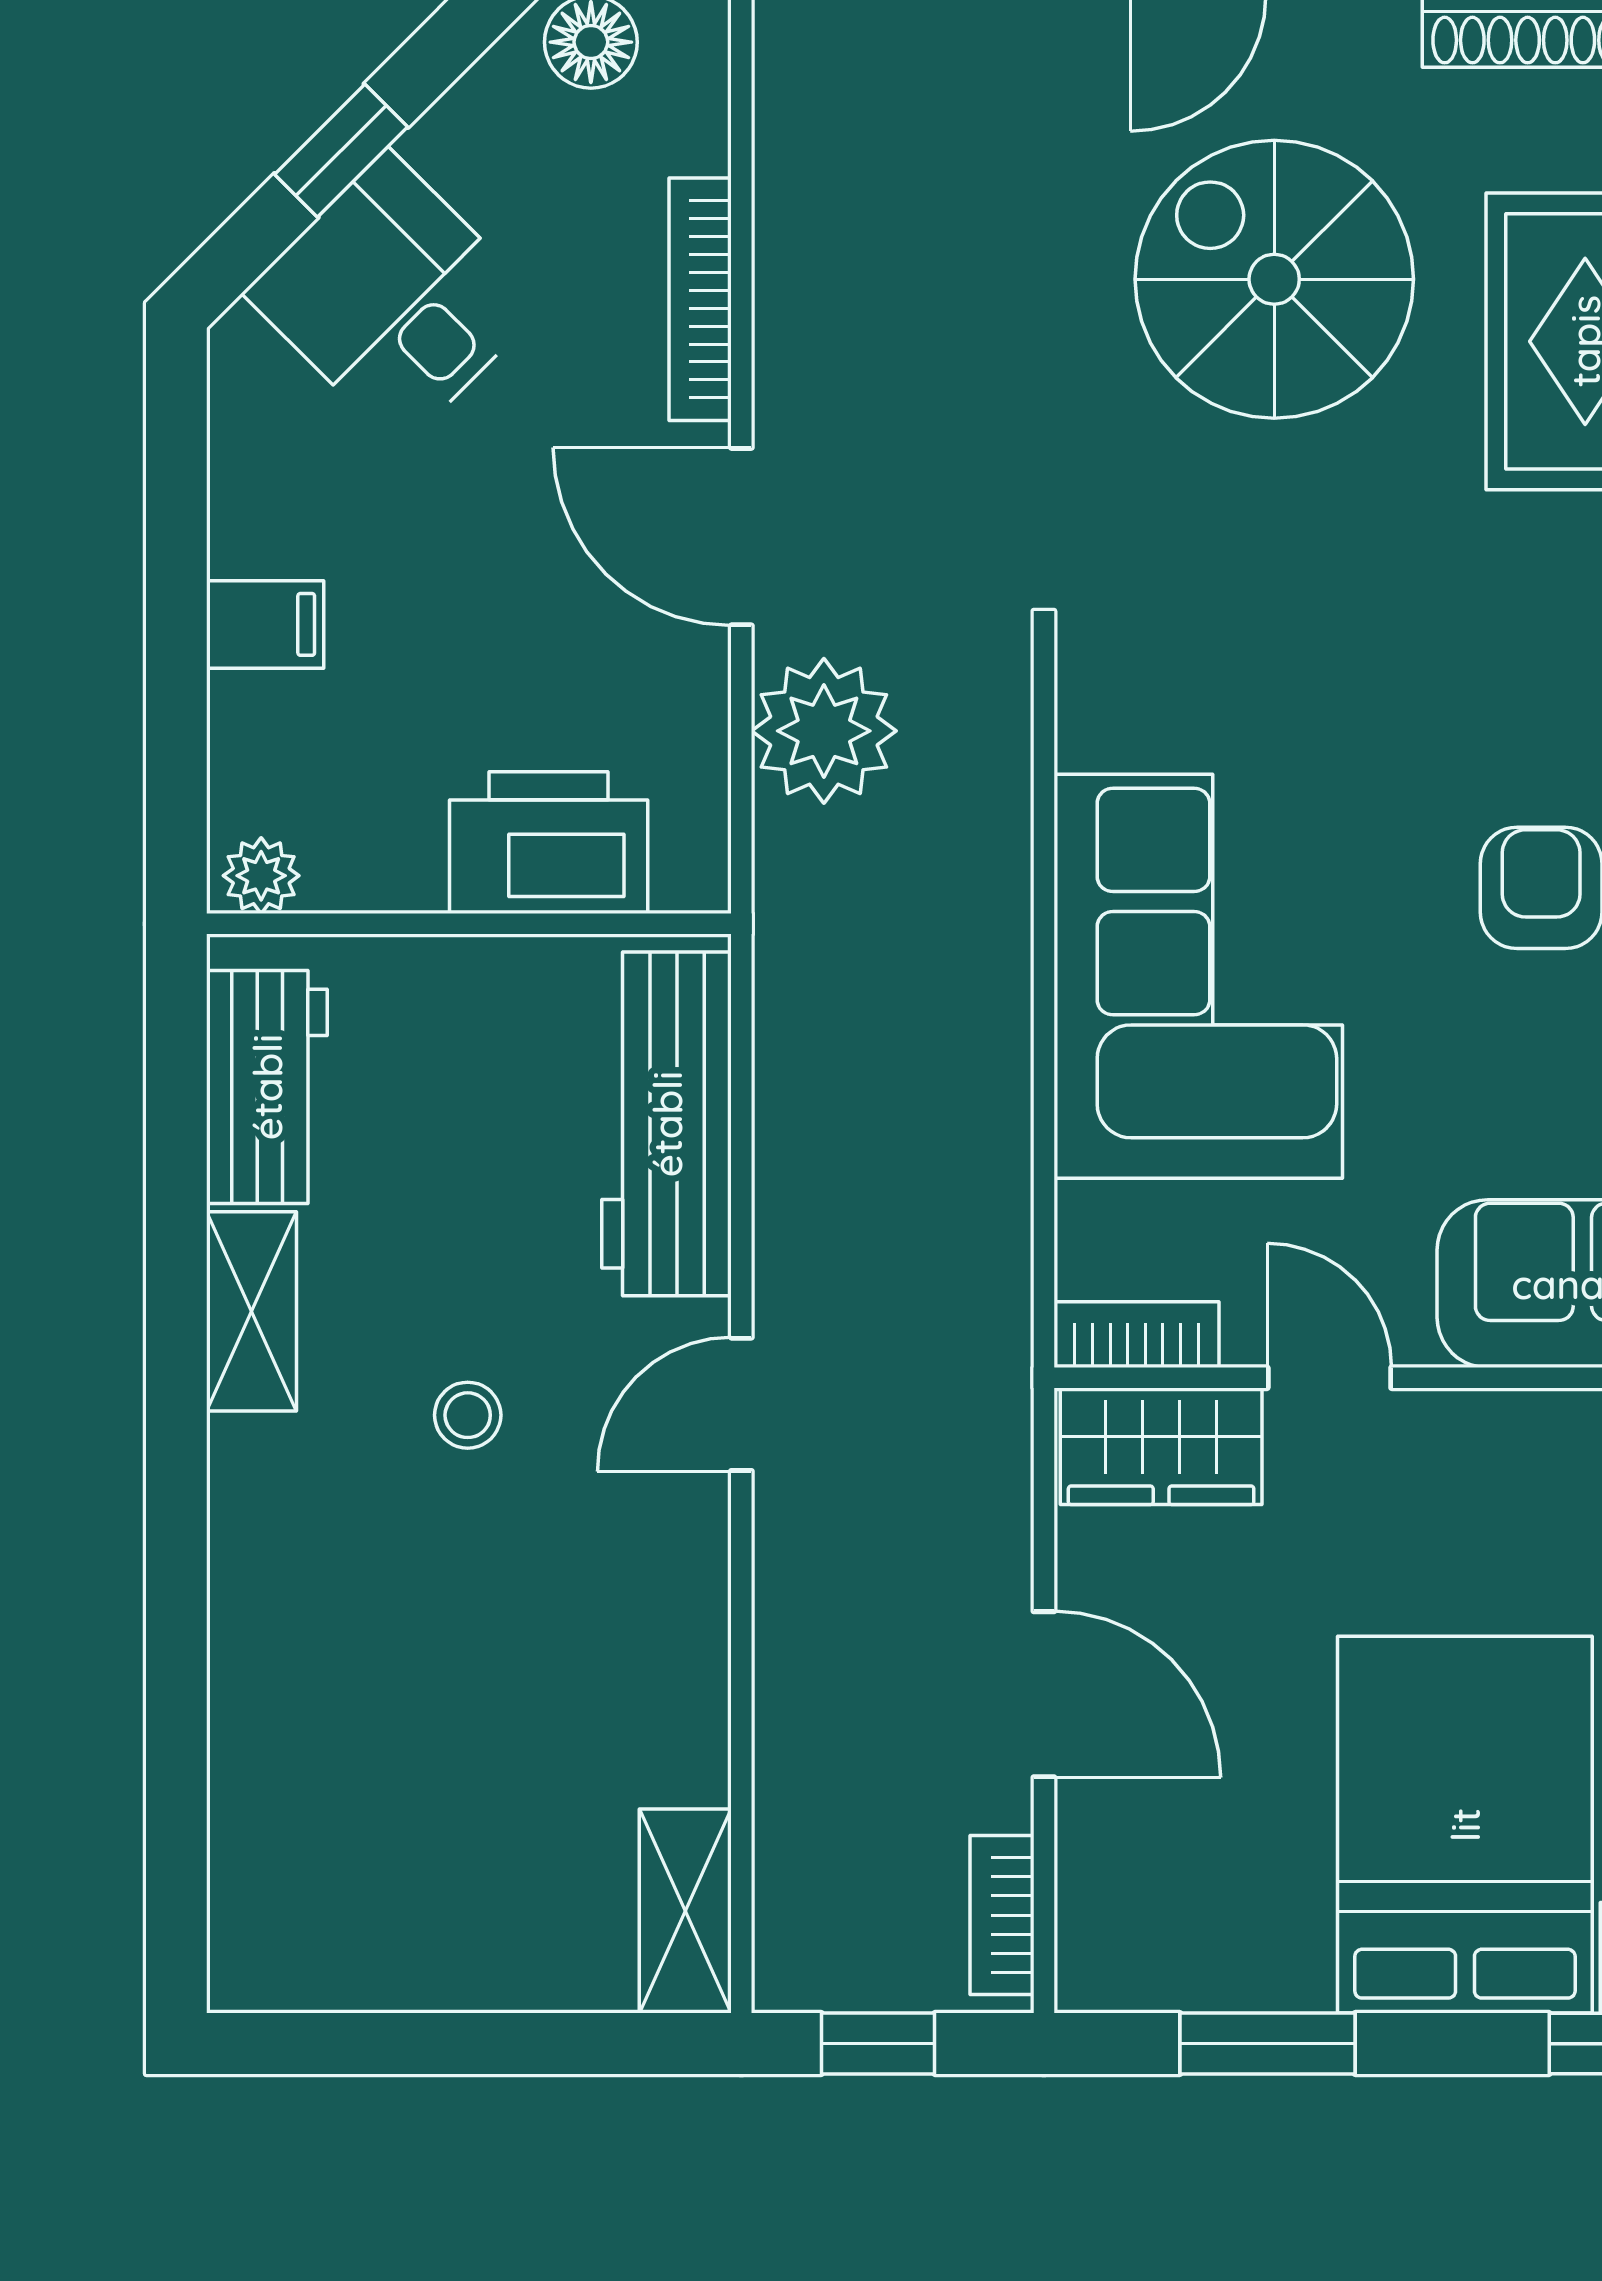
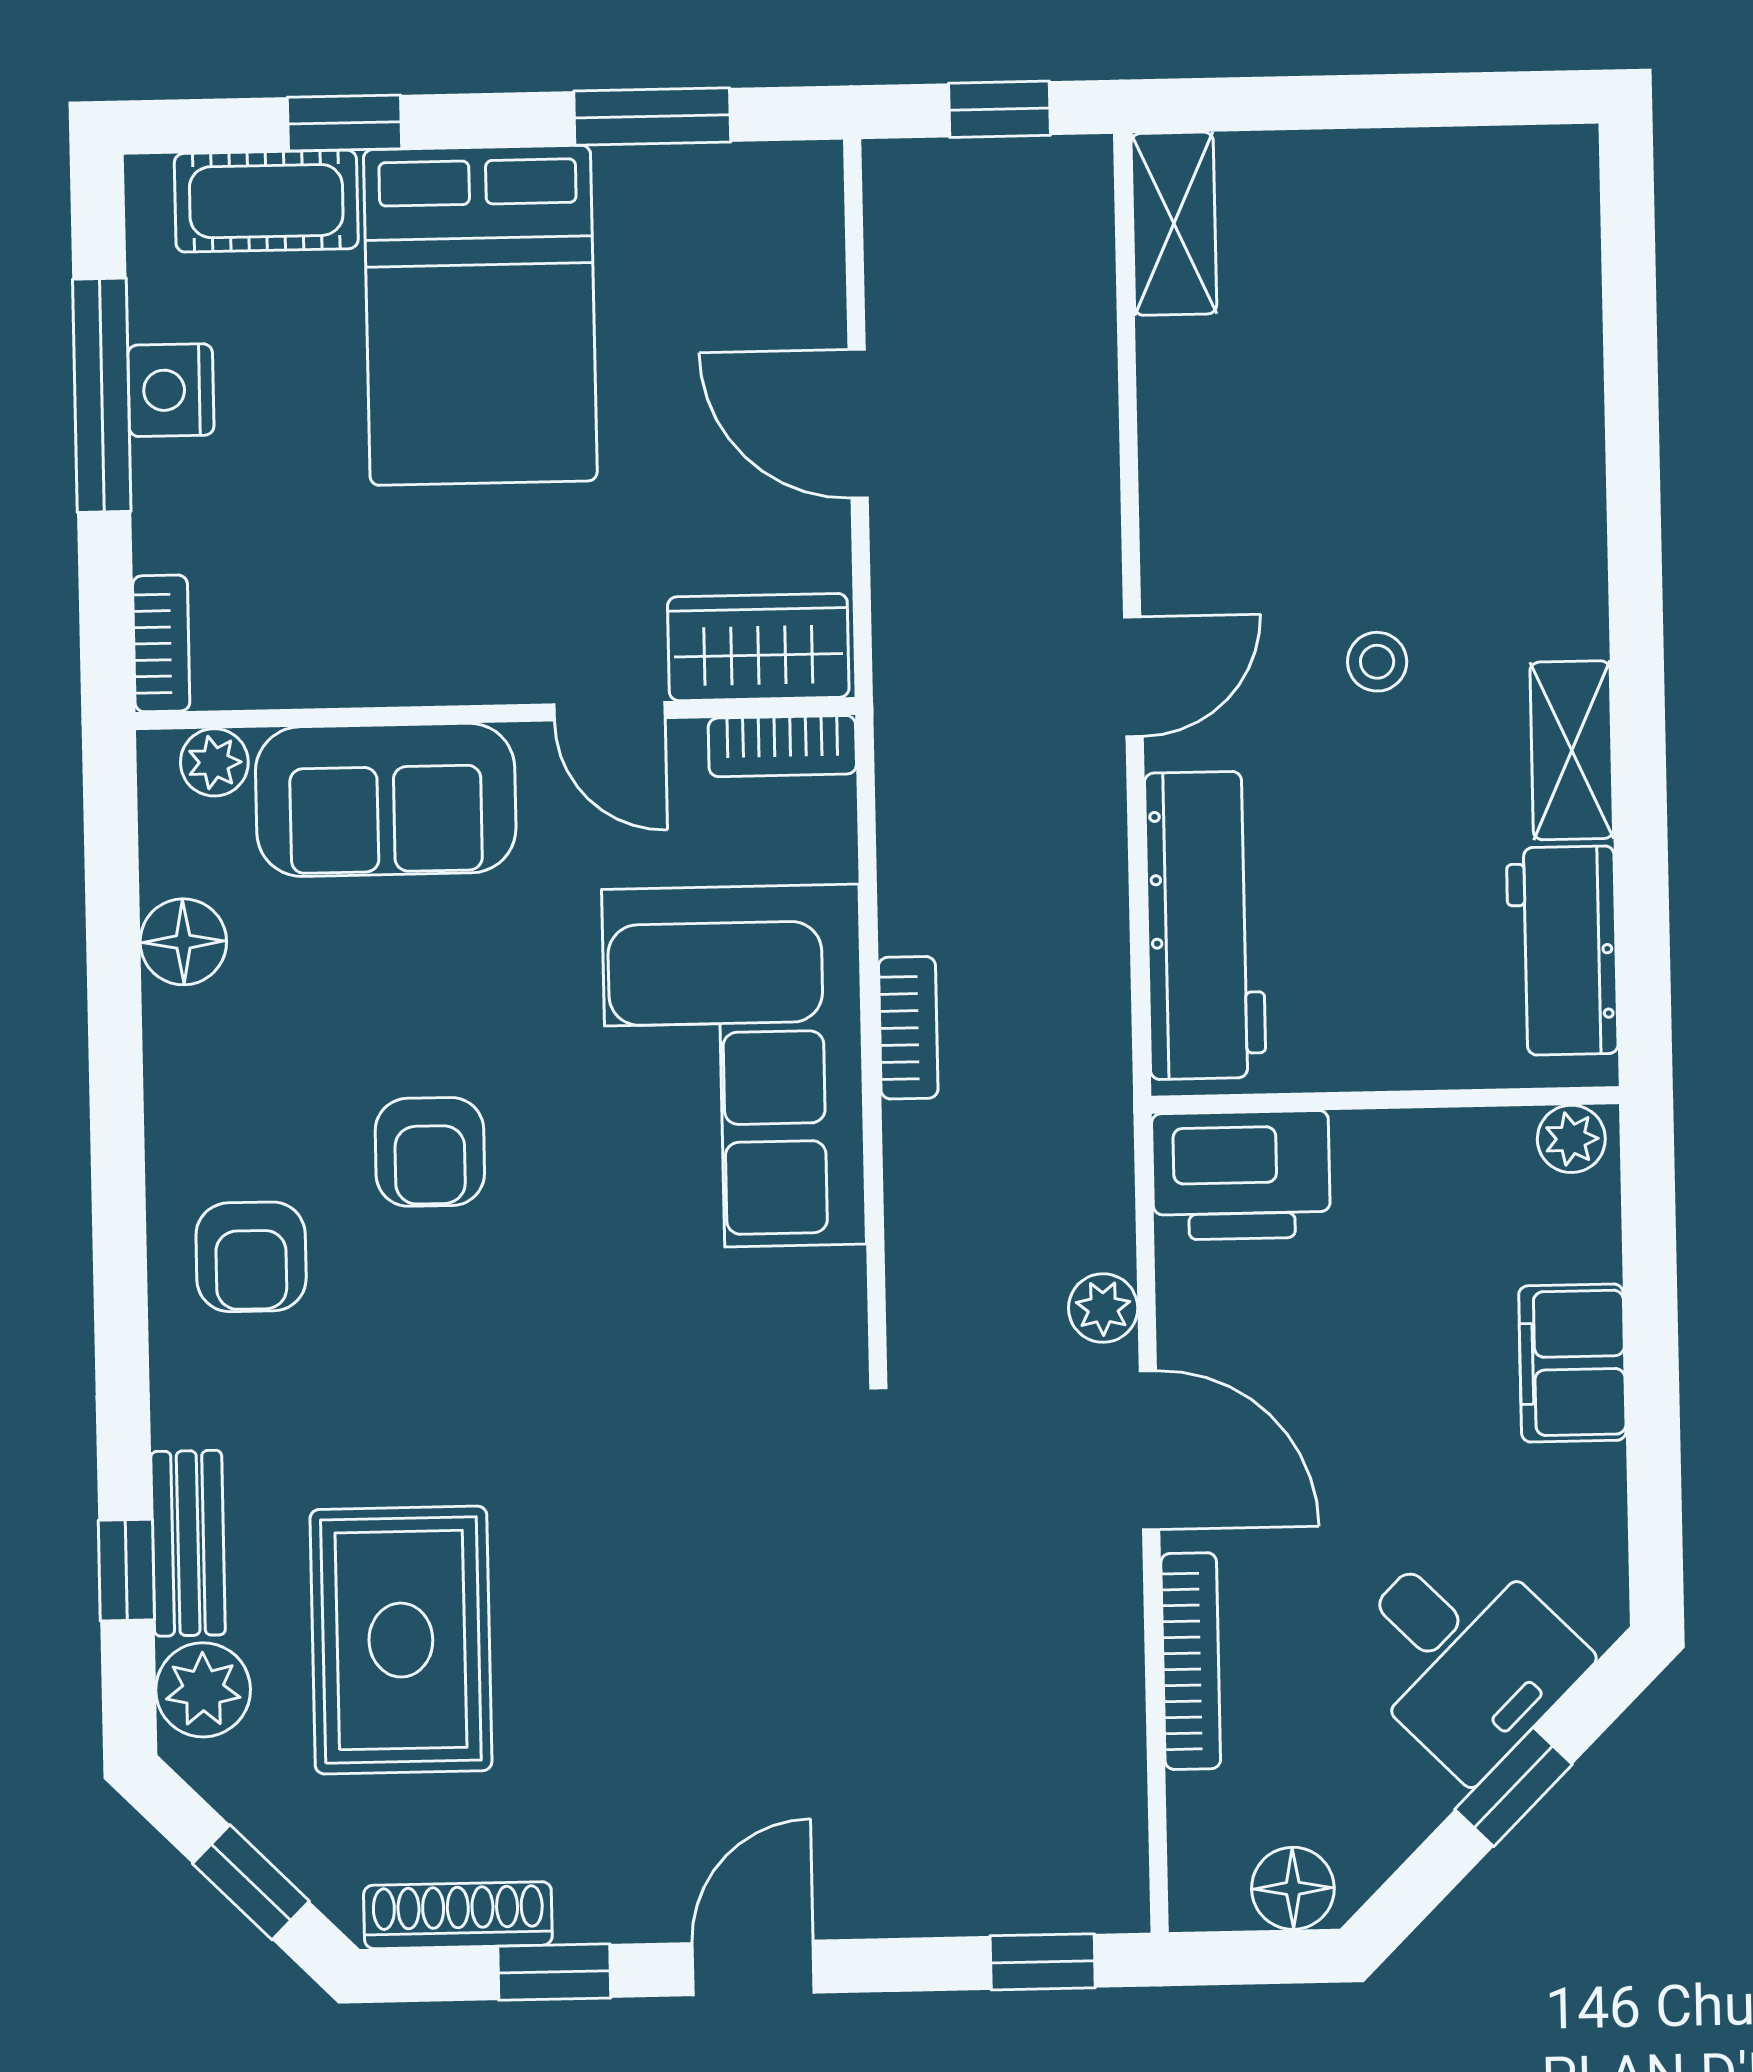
spiral stairs: (1274, 279) -> (679, 1690), removed
filing cabinet: (265, 624) -> (1572, 1363), width x2.00
plant: (824, 731) -> (1103, 1308), width x0.53, depth x0.53
printer: (549, 843) -> (1241, 1175), moved
bookcase: (1002, 1915) -> (908, 1028), moved

